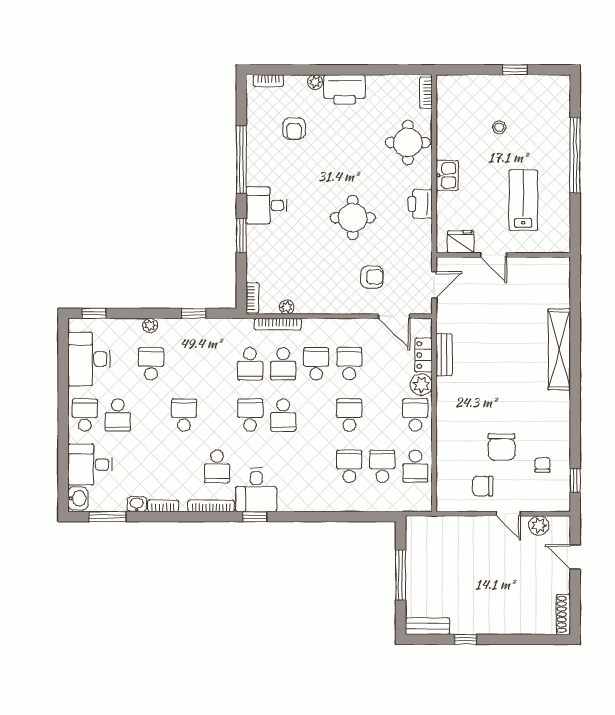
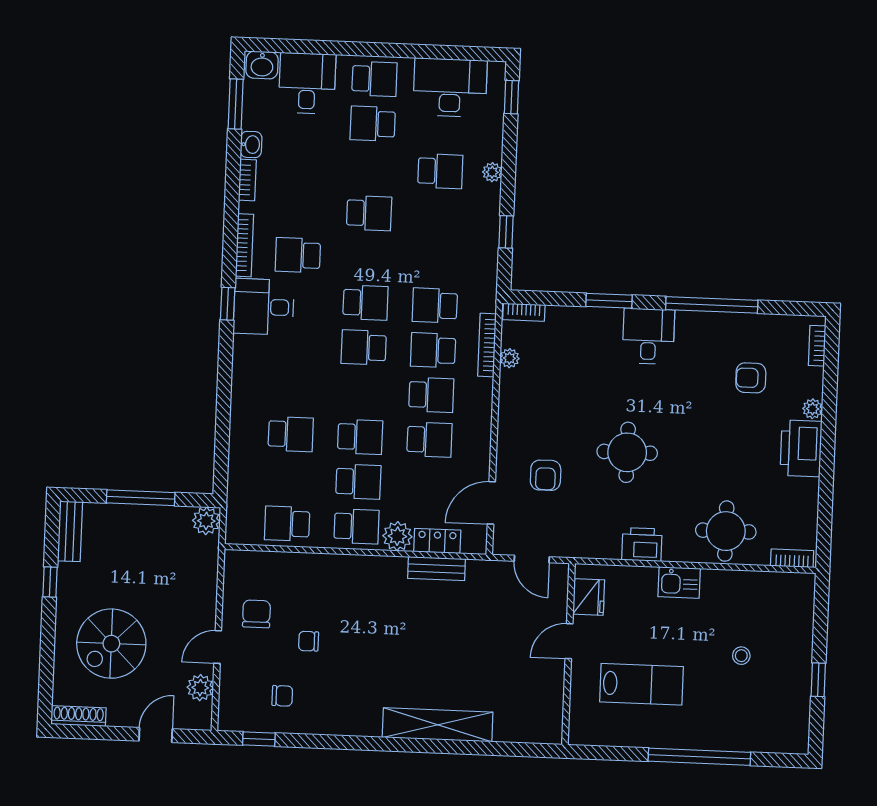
chair: (501, 447) -> (309, 641), width x0.54, depth x0.54
school desk: (382, 466) -> (358, 482), moved
plant: (416, 526) -> (206, 521), added
spiral stairs: (509, 592) -> (111, 644), added

